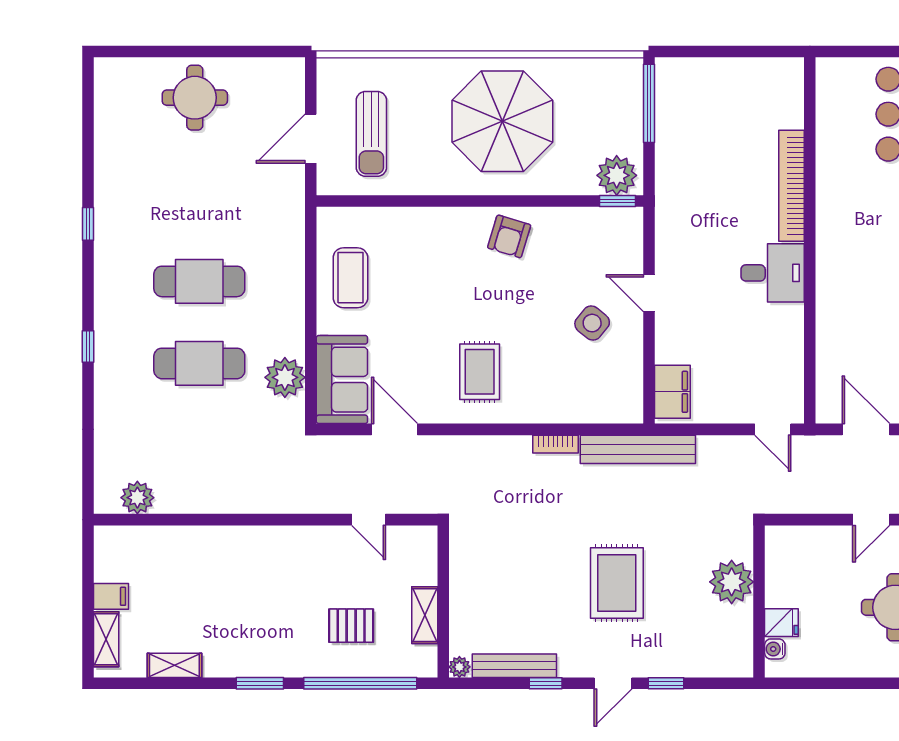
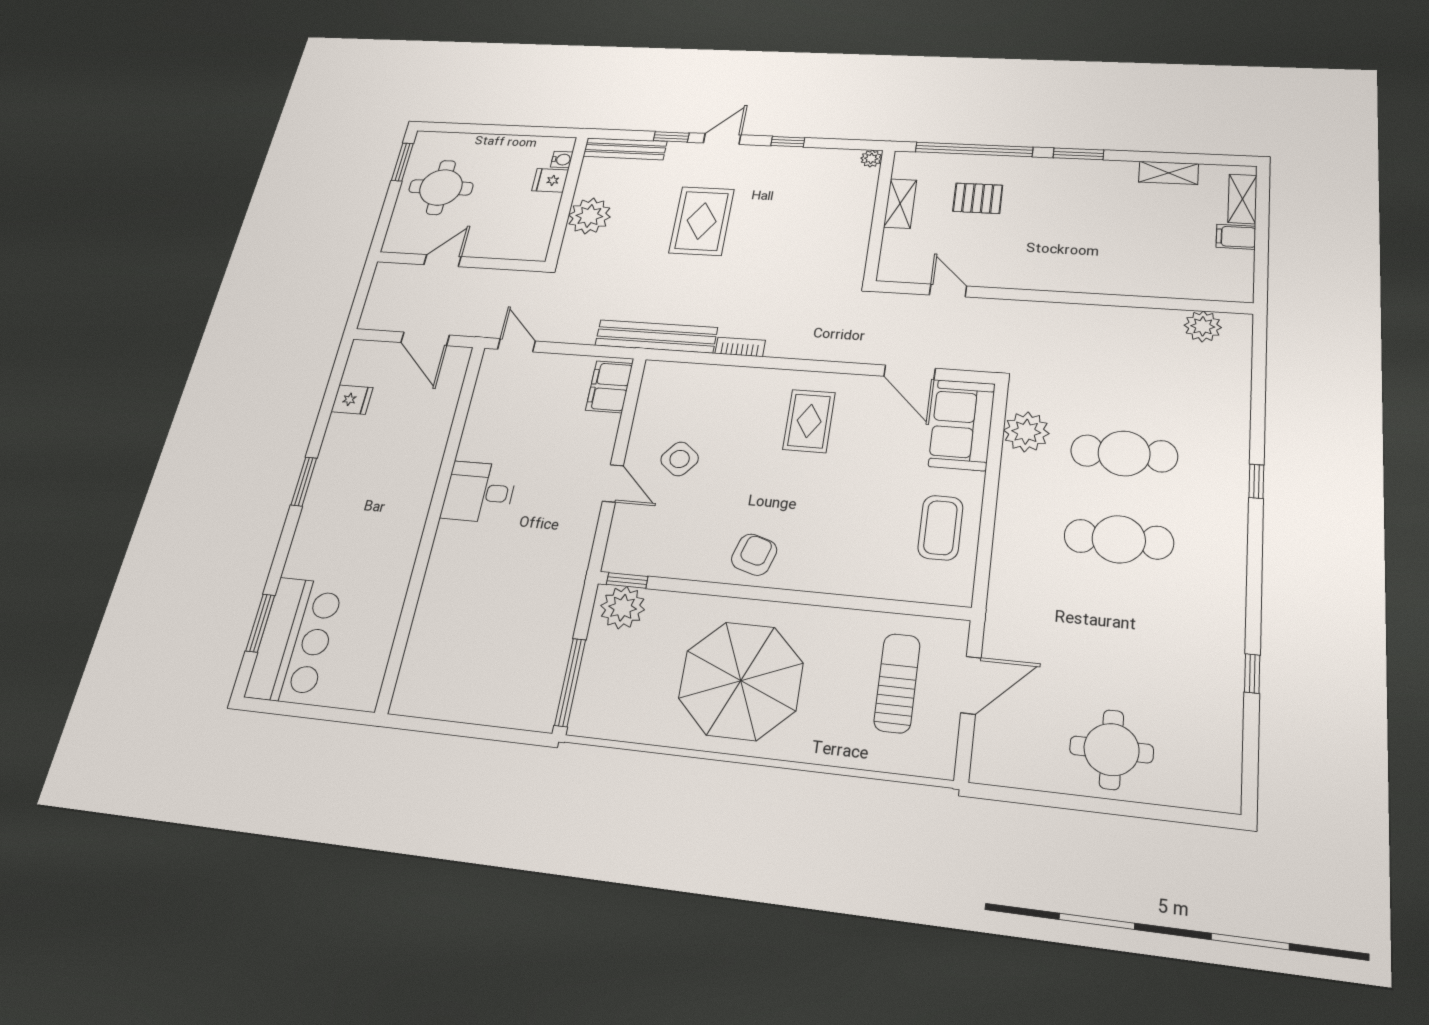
bookcase: (792, 186) -> (437, 578), removed
window: (88, 224) -> (1252, 674), moved
bench: (514, 666) -> (625, 149), moved

